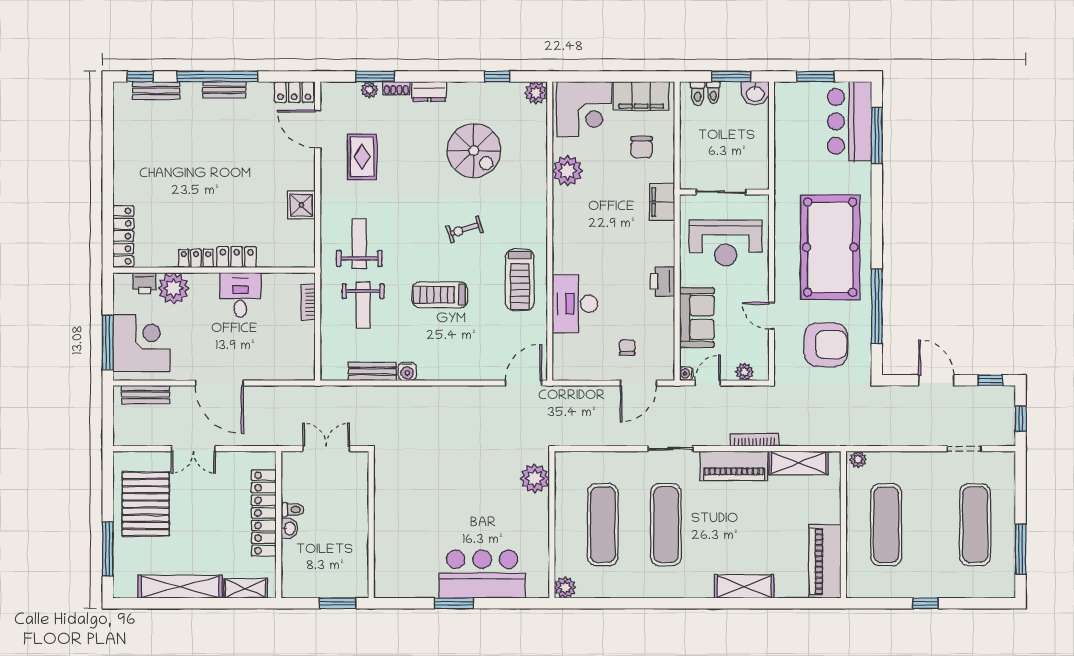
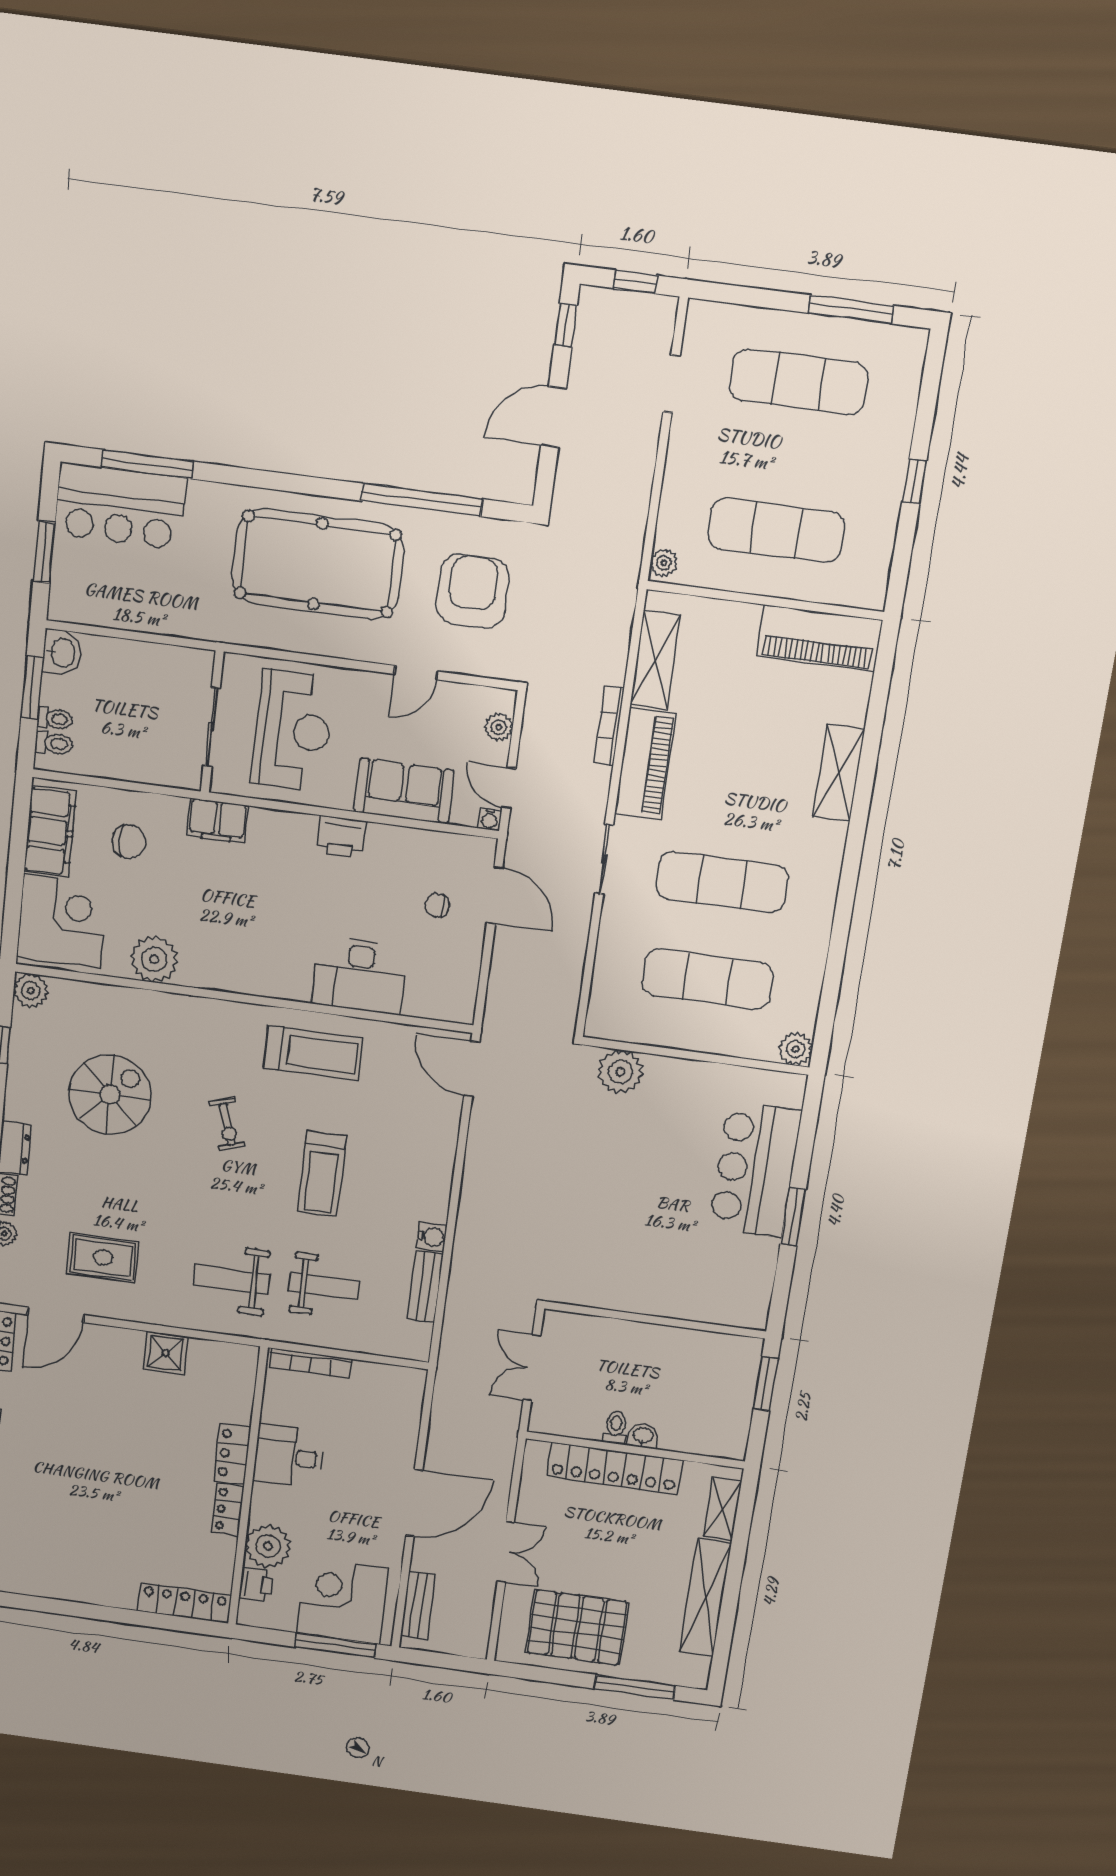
bookcase: (308, 302) -> (310, 1363), width x1.56

